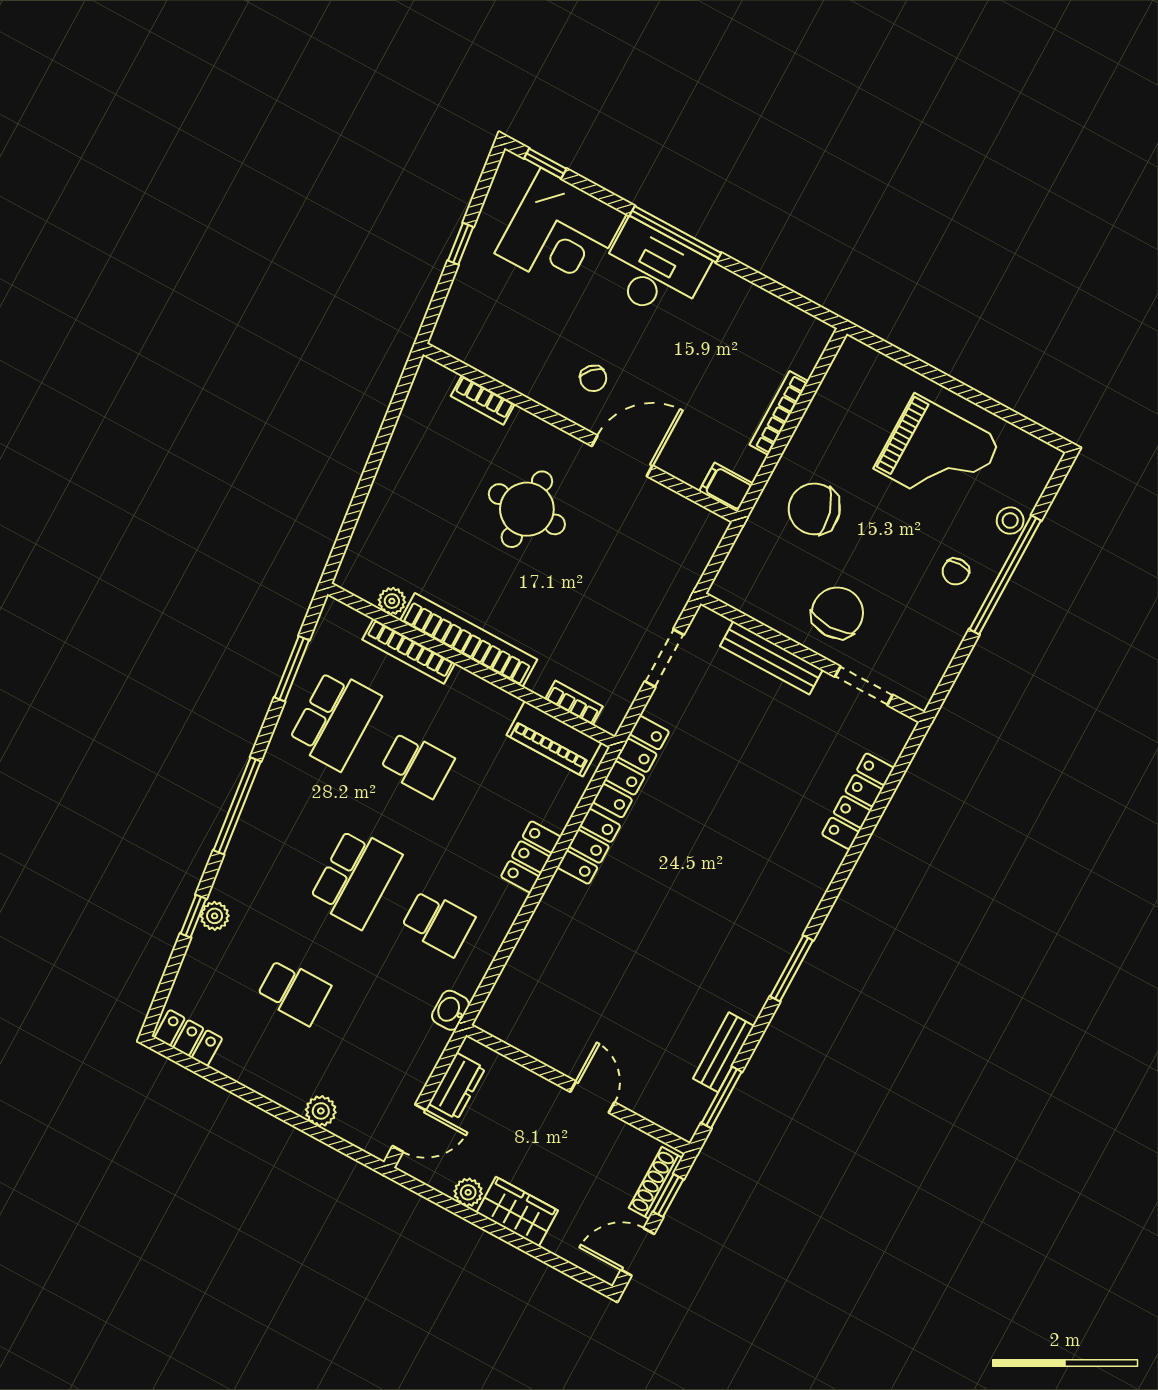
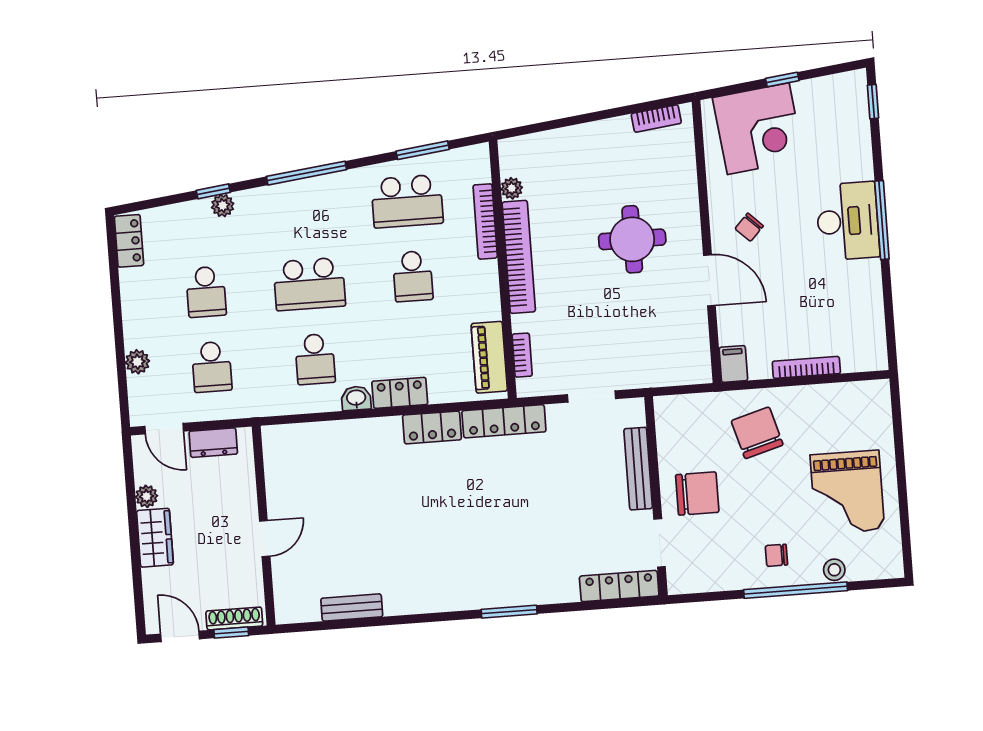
corner desk: (561, 234) -> (758, 129), moved, turned -97
bookcase: (483, 400) -> (656, 118), moved, turned -97
locker: (858, 801) -> (619, 586), moved
window: (792, 968) -> (509, 612), moved
washbasin: (450, 1010) -> (356, 398), moved
school desk: (376, 1036) -> (212, 367), added
window: (722, 1097) -> (321, 626), removed

